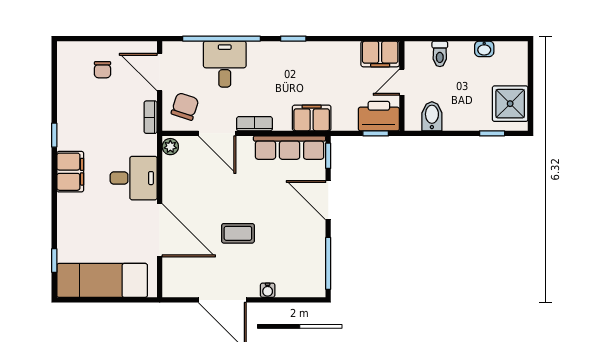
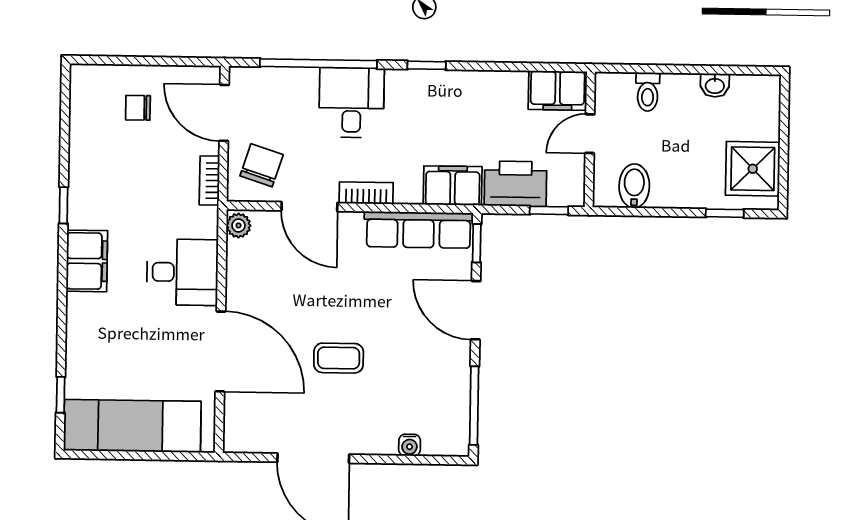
desk: (225, 64) -> (352, 103), moved
chair: (102, 70) -> (138, 108), turned 90
printer: (379, 116) -> (515, 184), moved
water cooler: (268, 290) -> (410, 445), moved

